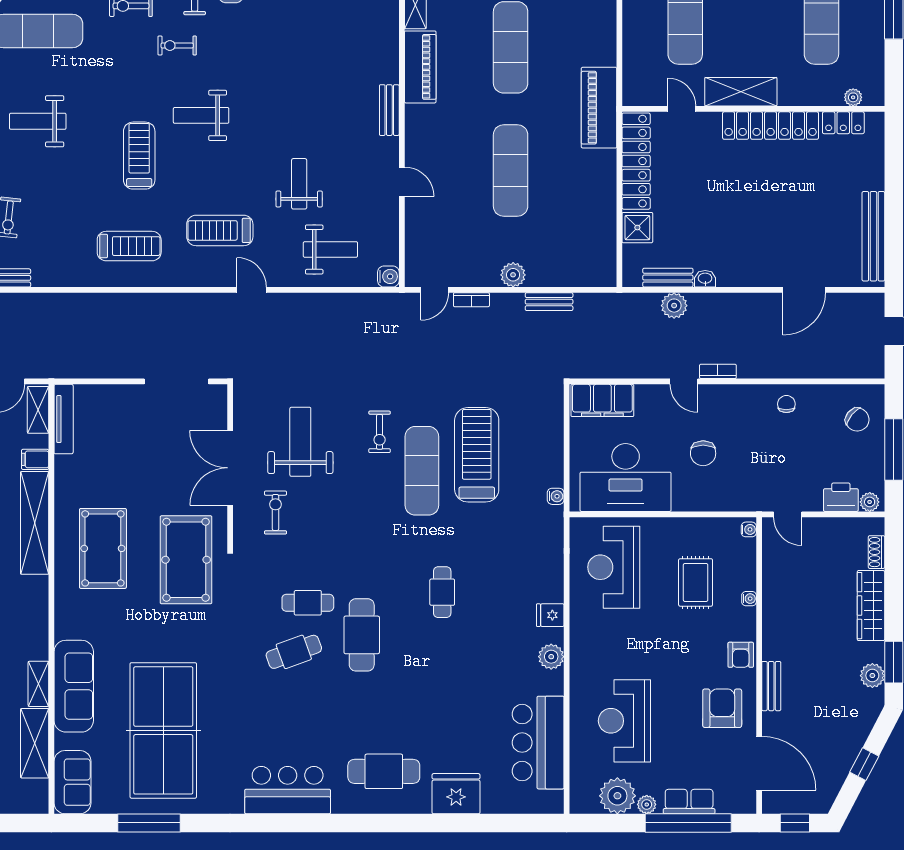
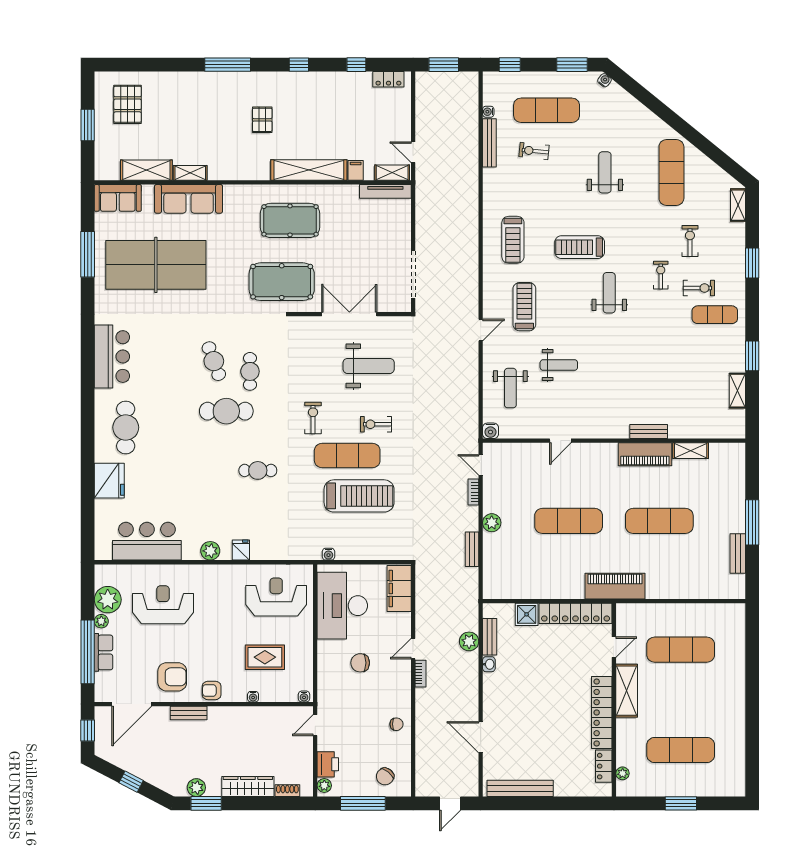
bench: (389, 110) -> (649, 431), moved
treadmill: (139, 156) -> (580, 247), turned 180
exercise bike: (276, 513) -> (313, 418), moved, turned -90

